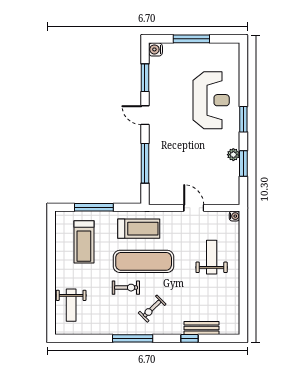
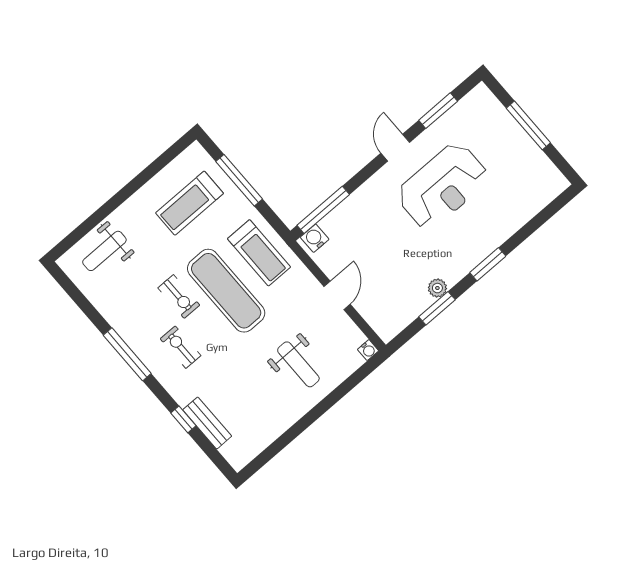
water cooler: (155, 49) -> (315, 238), moved
reception desk: (211, 100) -> (443, 186), moved
window: (145, 163) -> (323, 210), moved
weight bench: (212, 257) -> (298, 364), turned 90
exercise bike: (152, 309) -> (181, 347), turned 44

